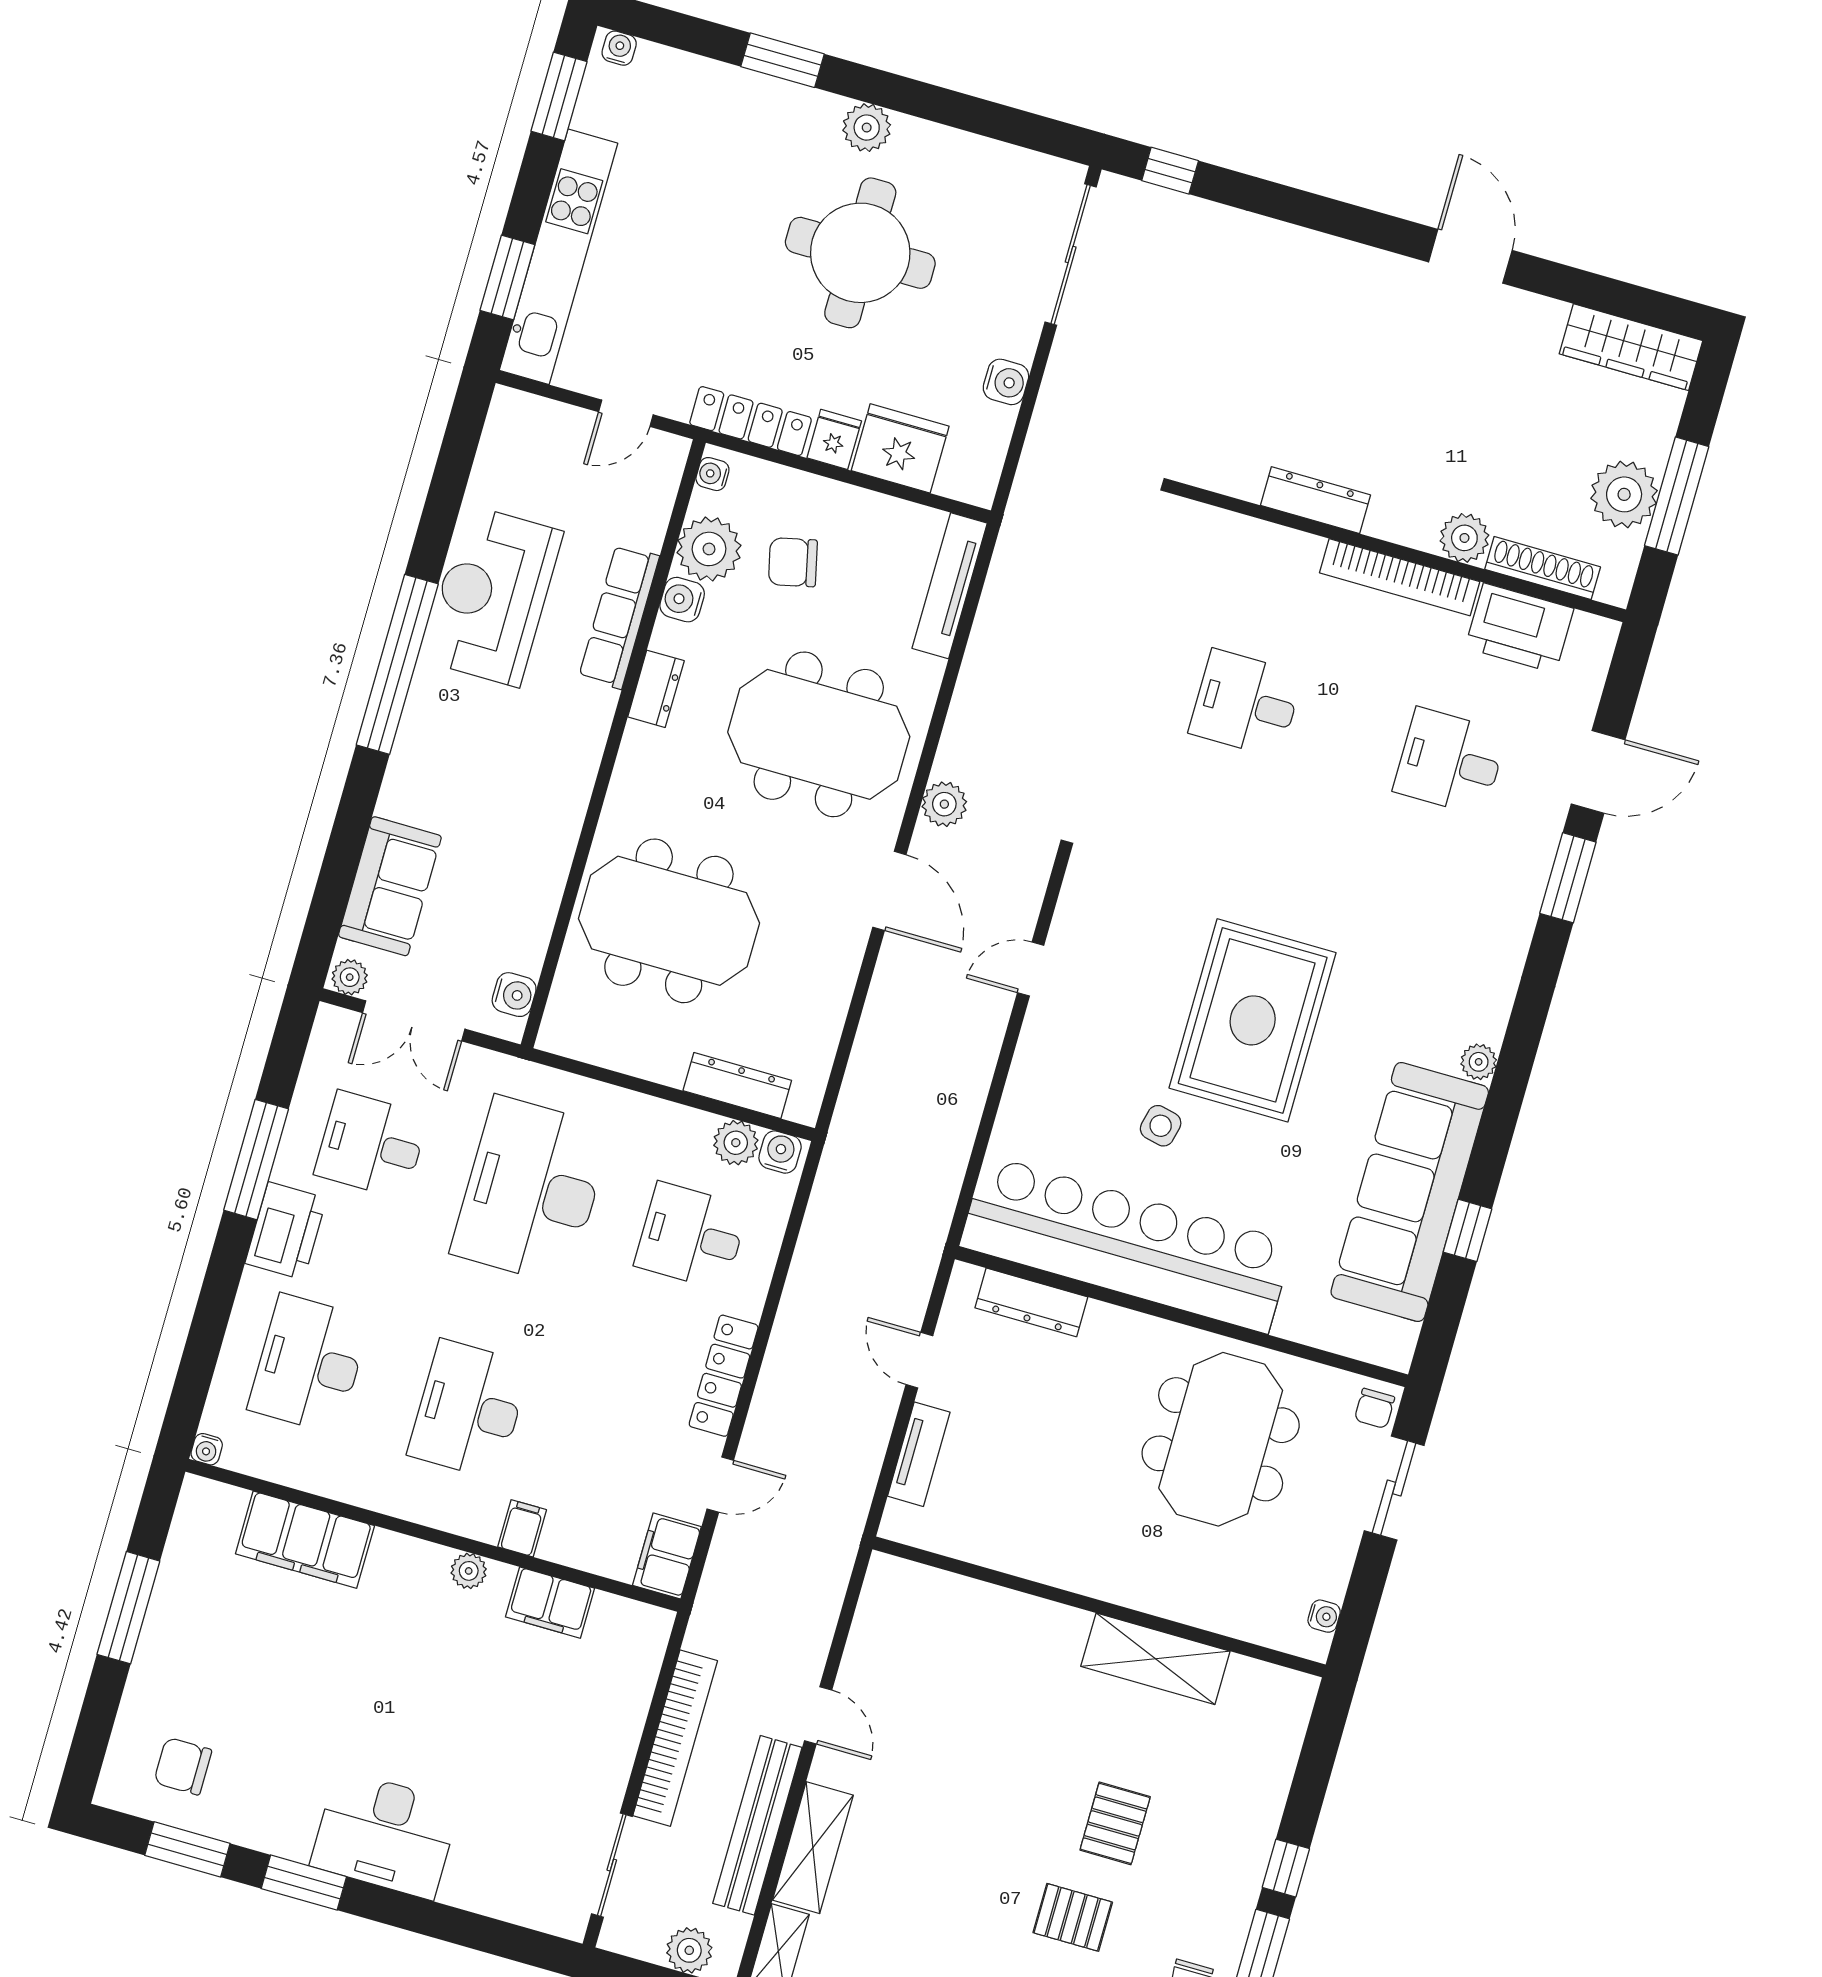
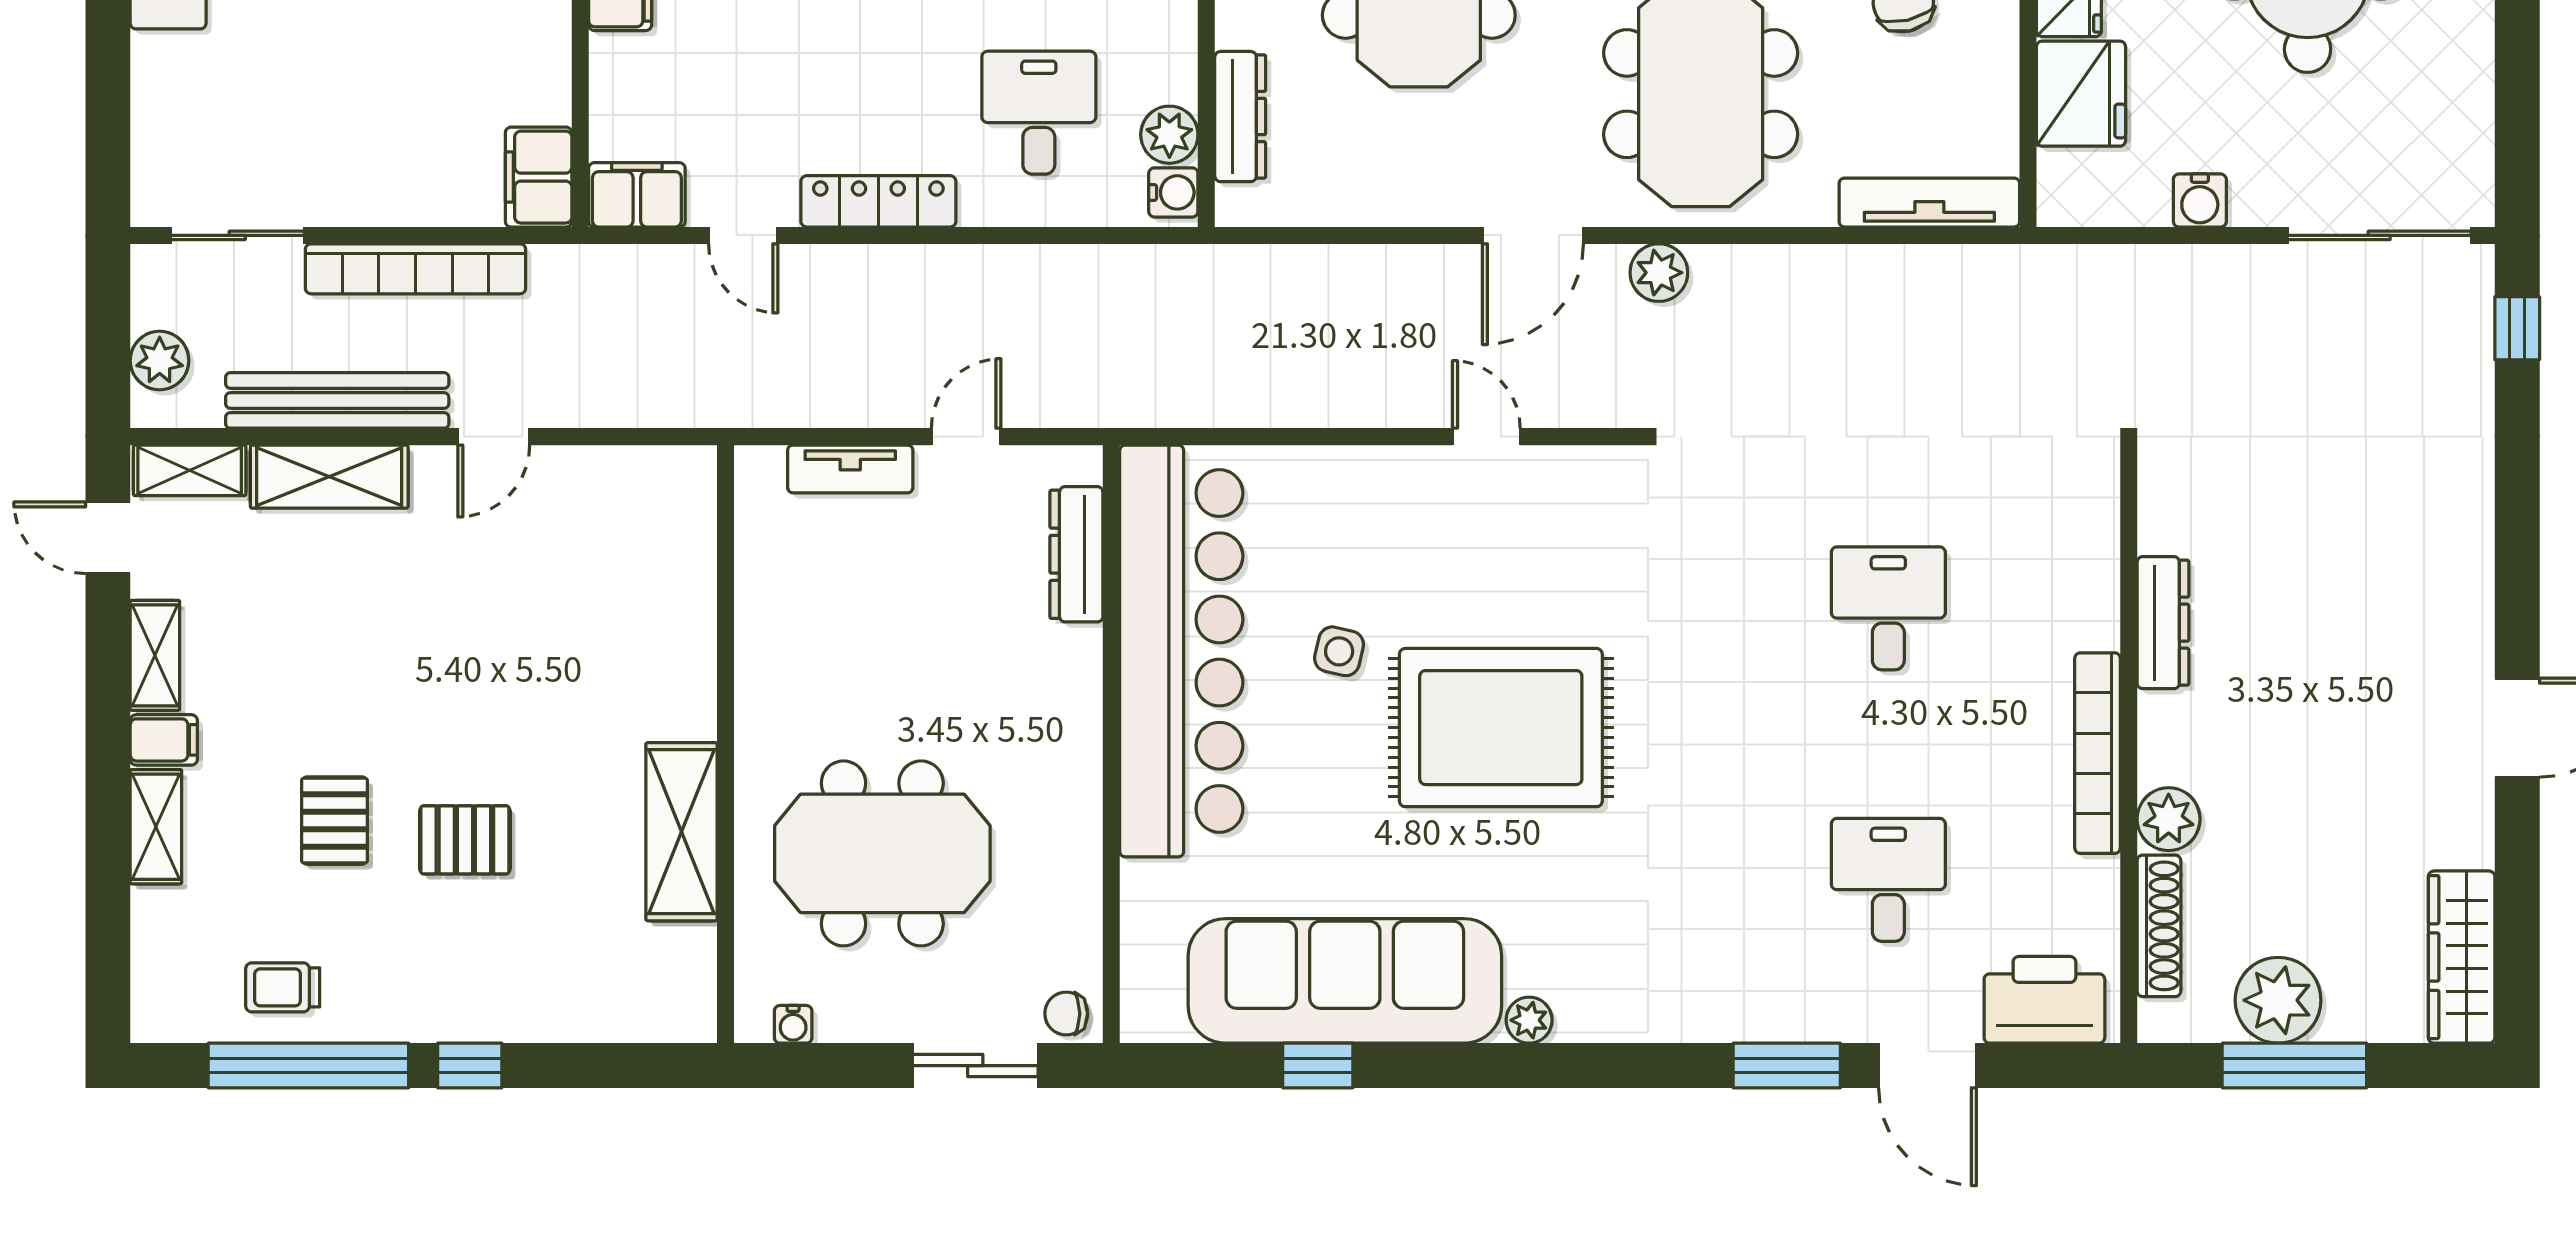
printer: (1519, 628) -> (2044, 1000), moved, turned 90
meeting table: (1221, 1439) -> (882, 853), moved
filing cabinet: (550, 1603) -> (539, 177), moved

